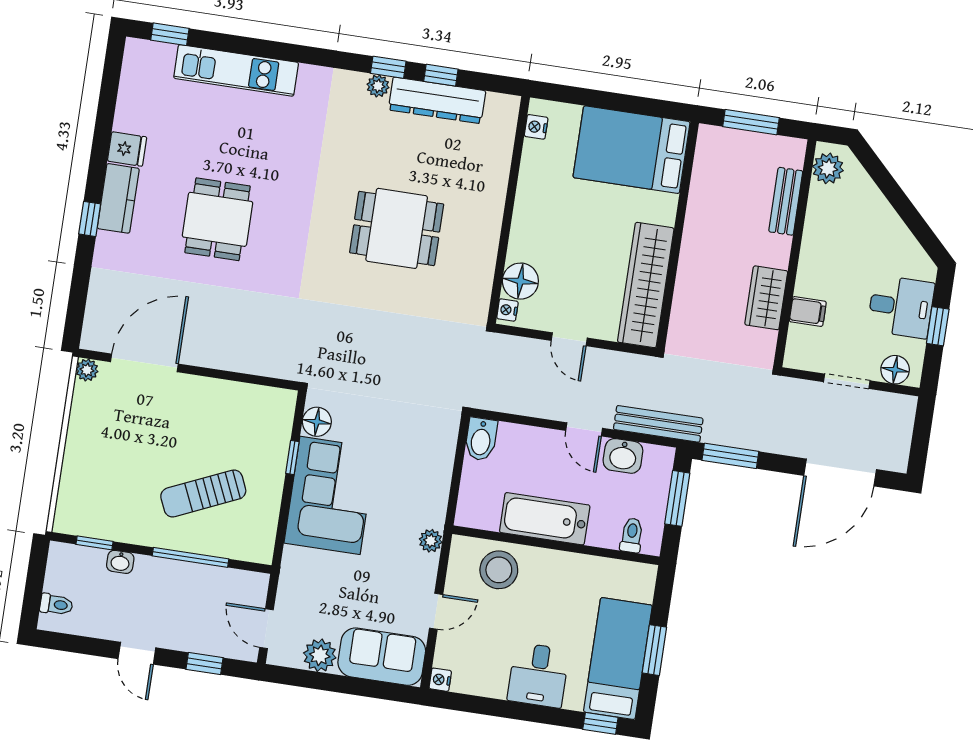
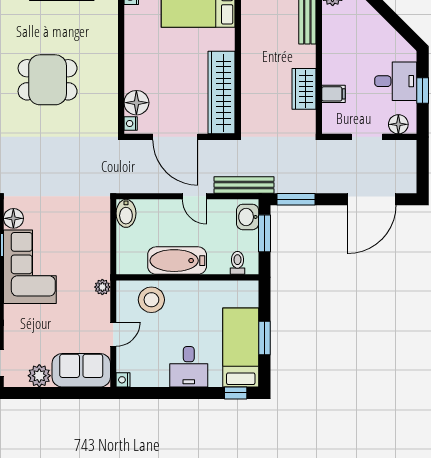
door: (569, 339) -> (175, 137), width x1.87
washbasin: (623, 456) -> (248, 217), moved, turned 90

